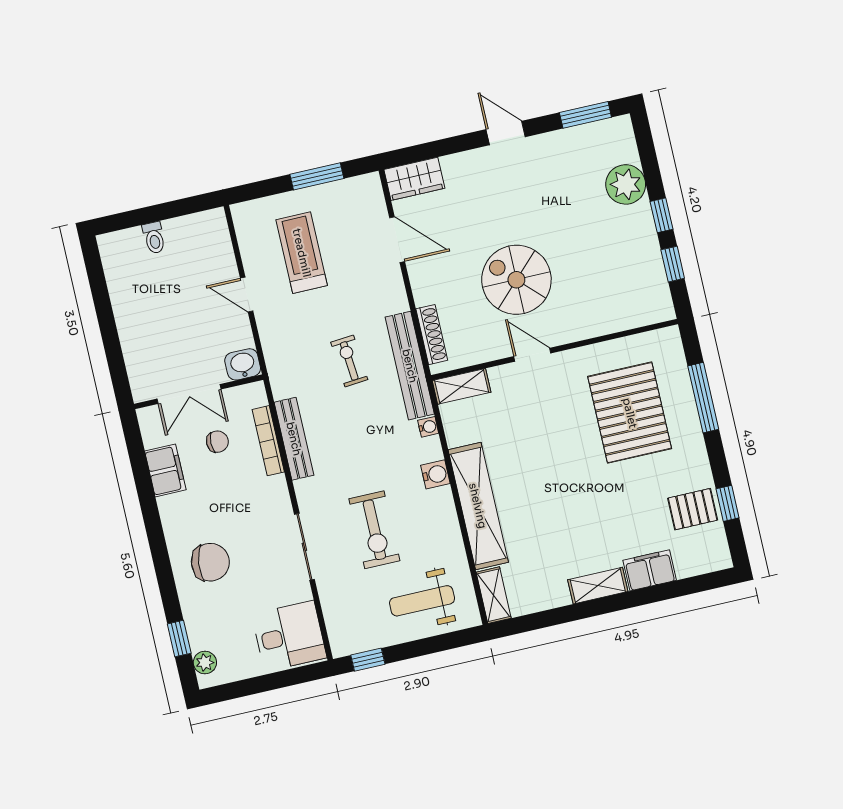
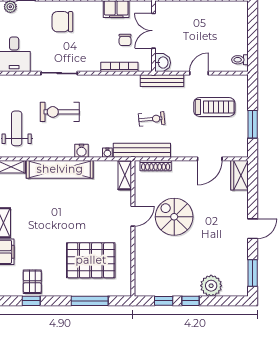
toilet: (154, 238) -> (240, 60), moved
spiral stairs: (516, 280) -> (174, 217), turned -90
bench: (294, 439) -> (162, 81), moved
chair: (210, 562) -> (62, 22), turned 83

